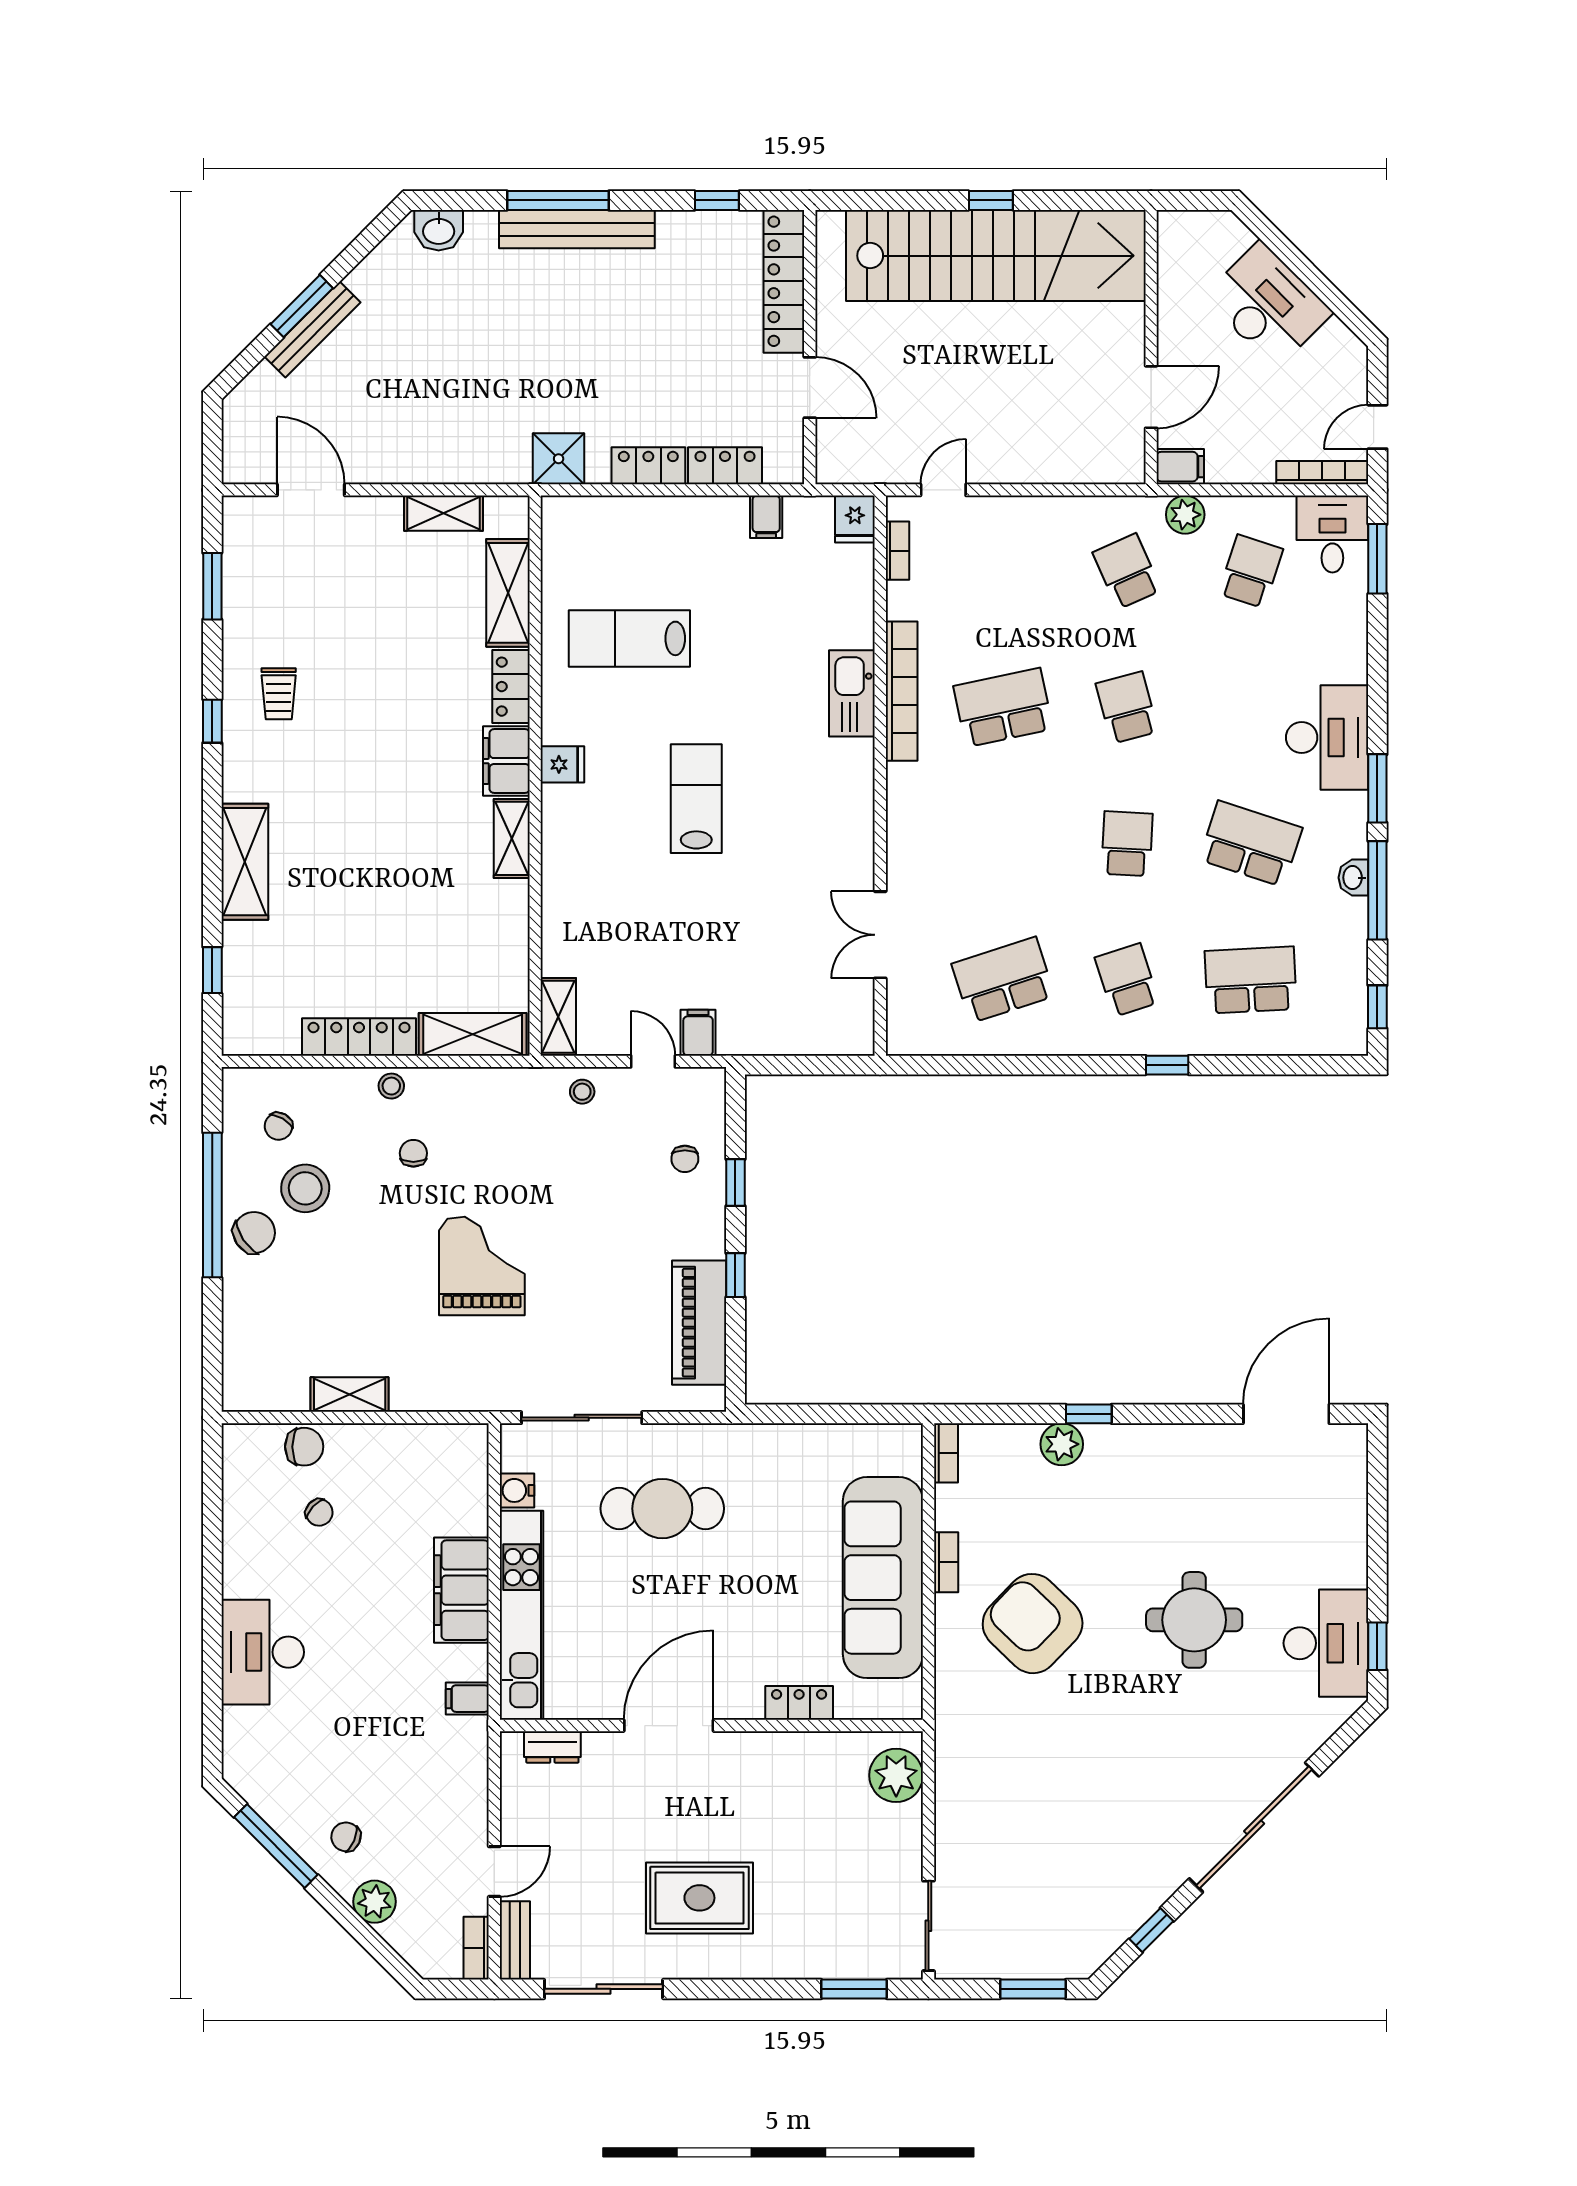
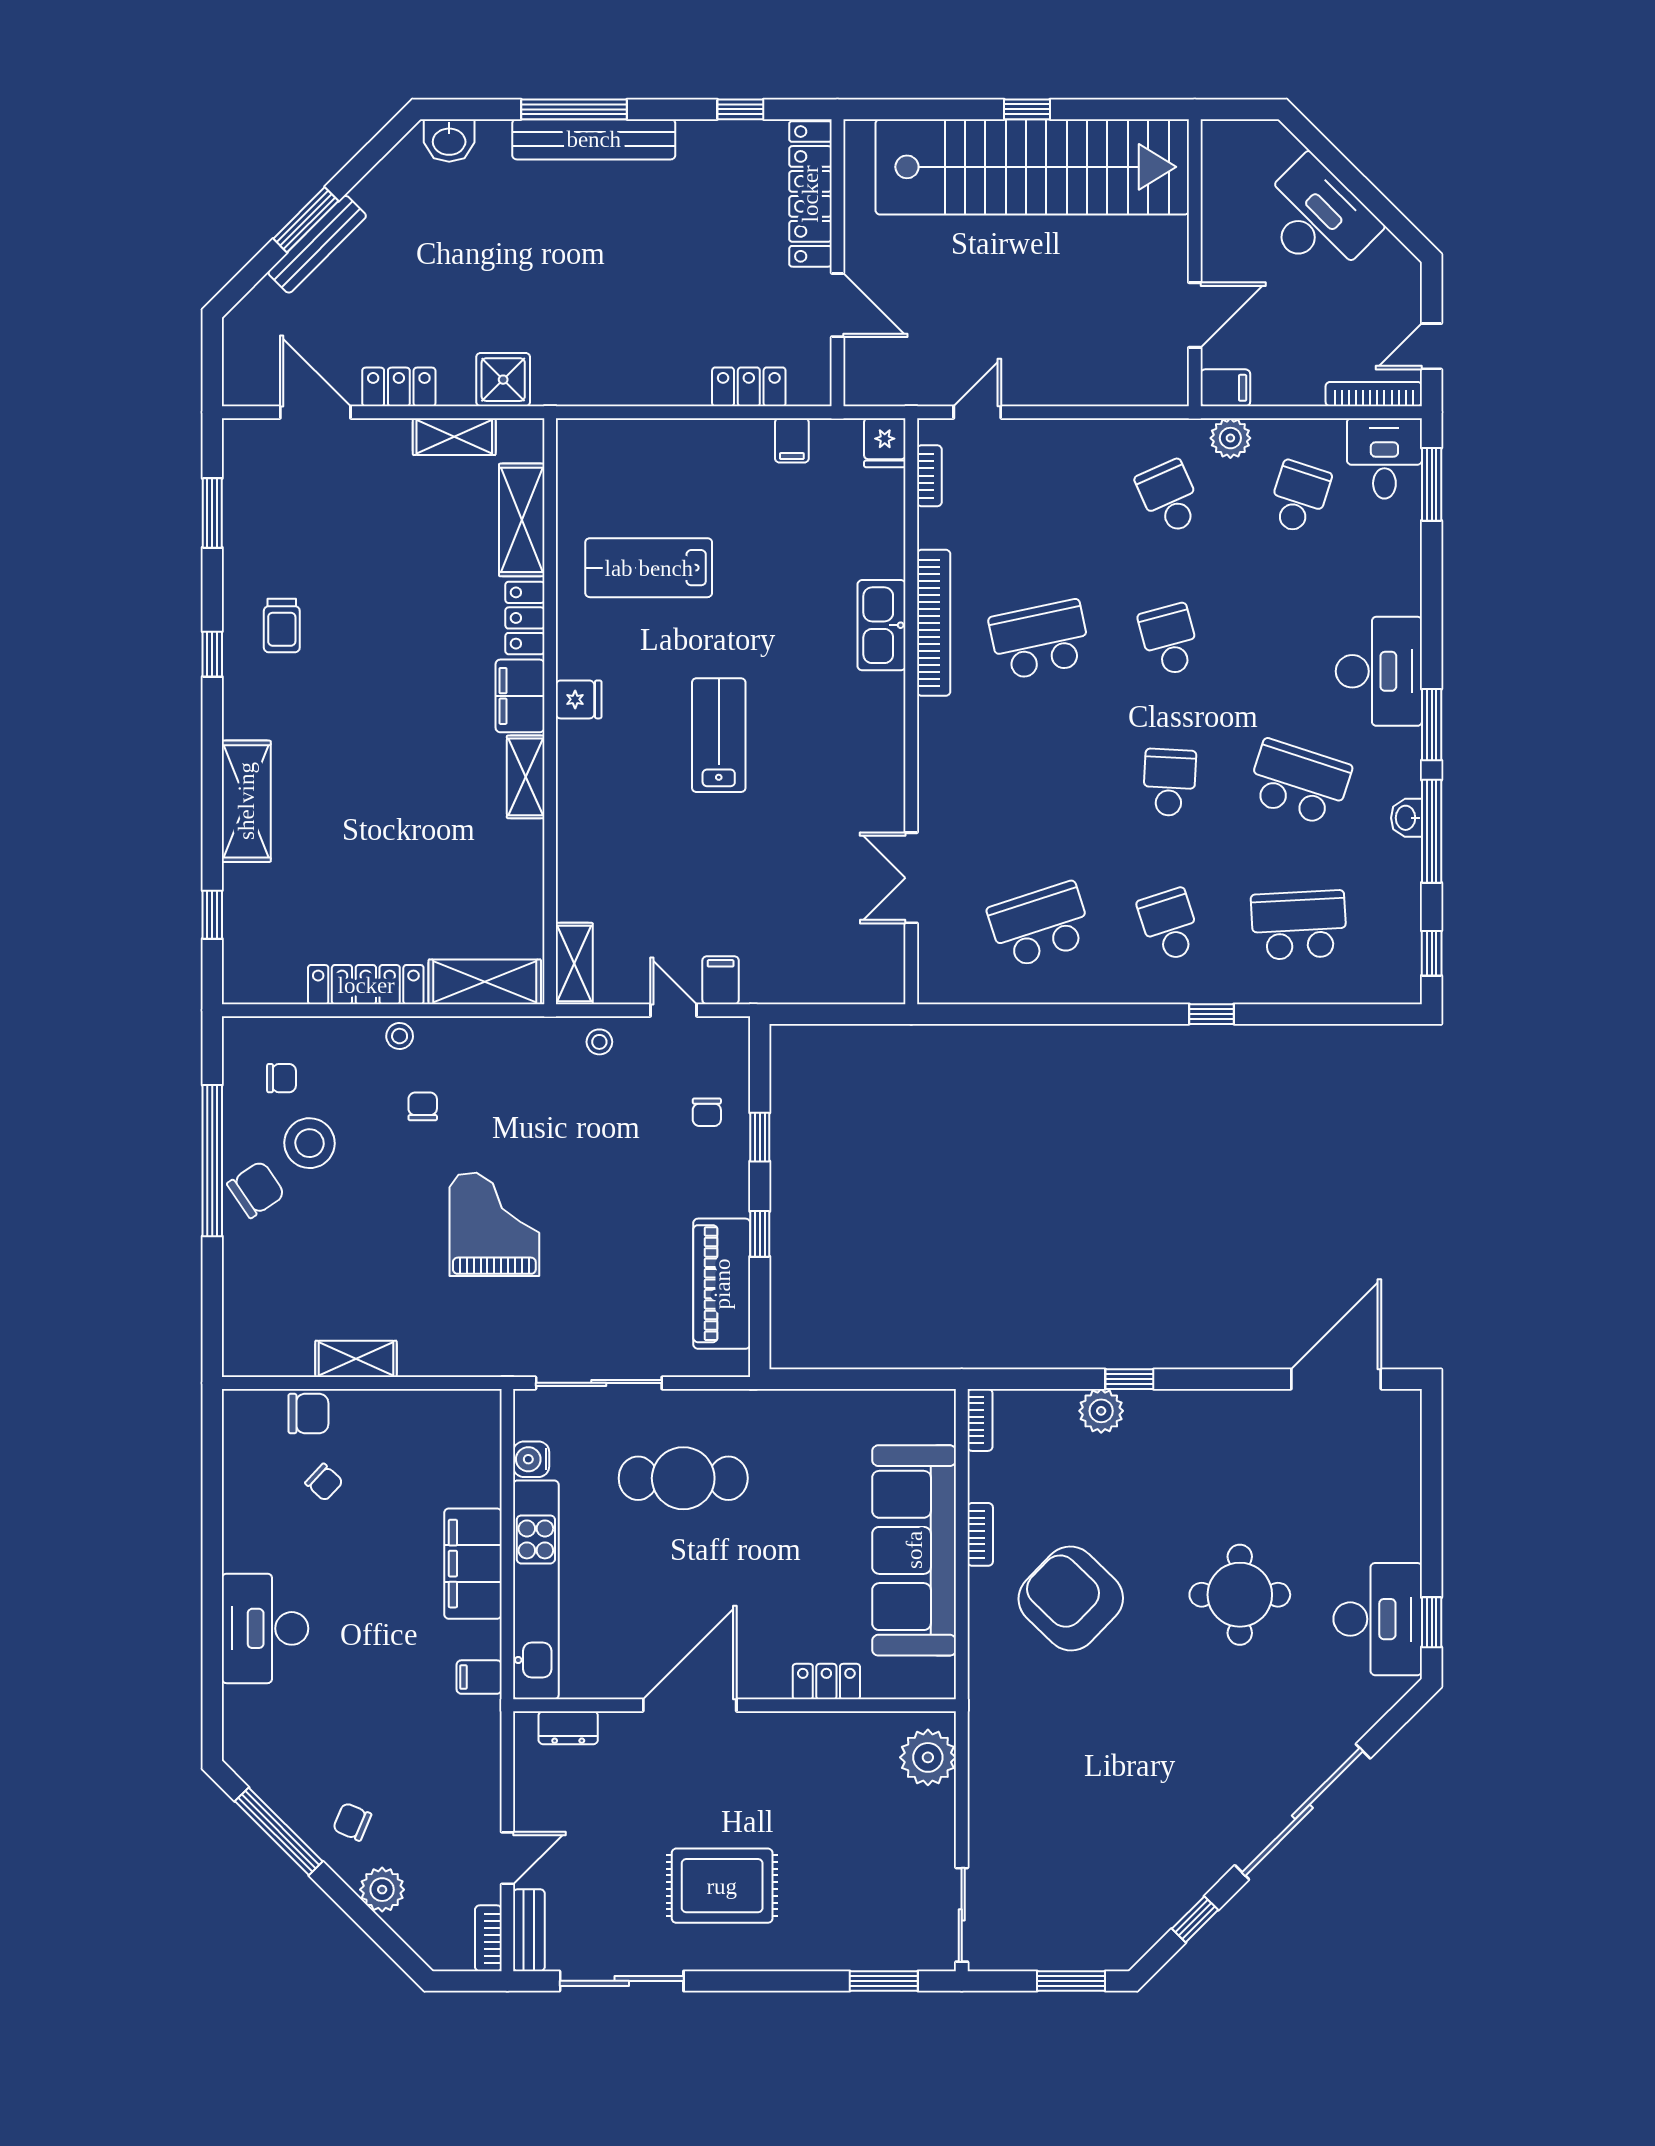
shower: (559, 459) -> (503, 380), moved
locker: (648, 466) -> (399, 387), moved
chair: (278, 1126) -> (282, 1078), turned -120

